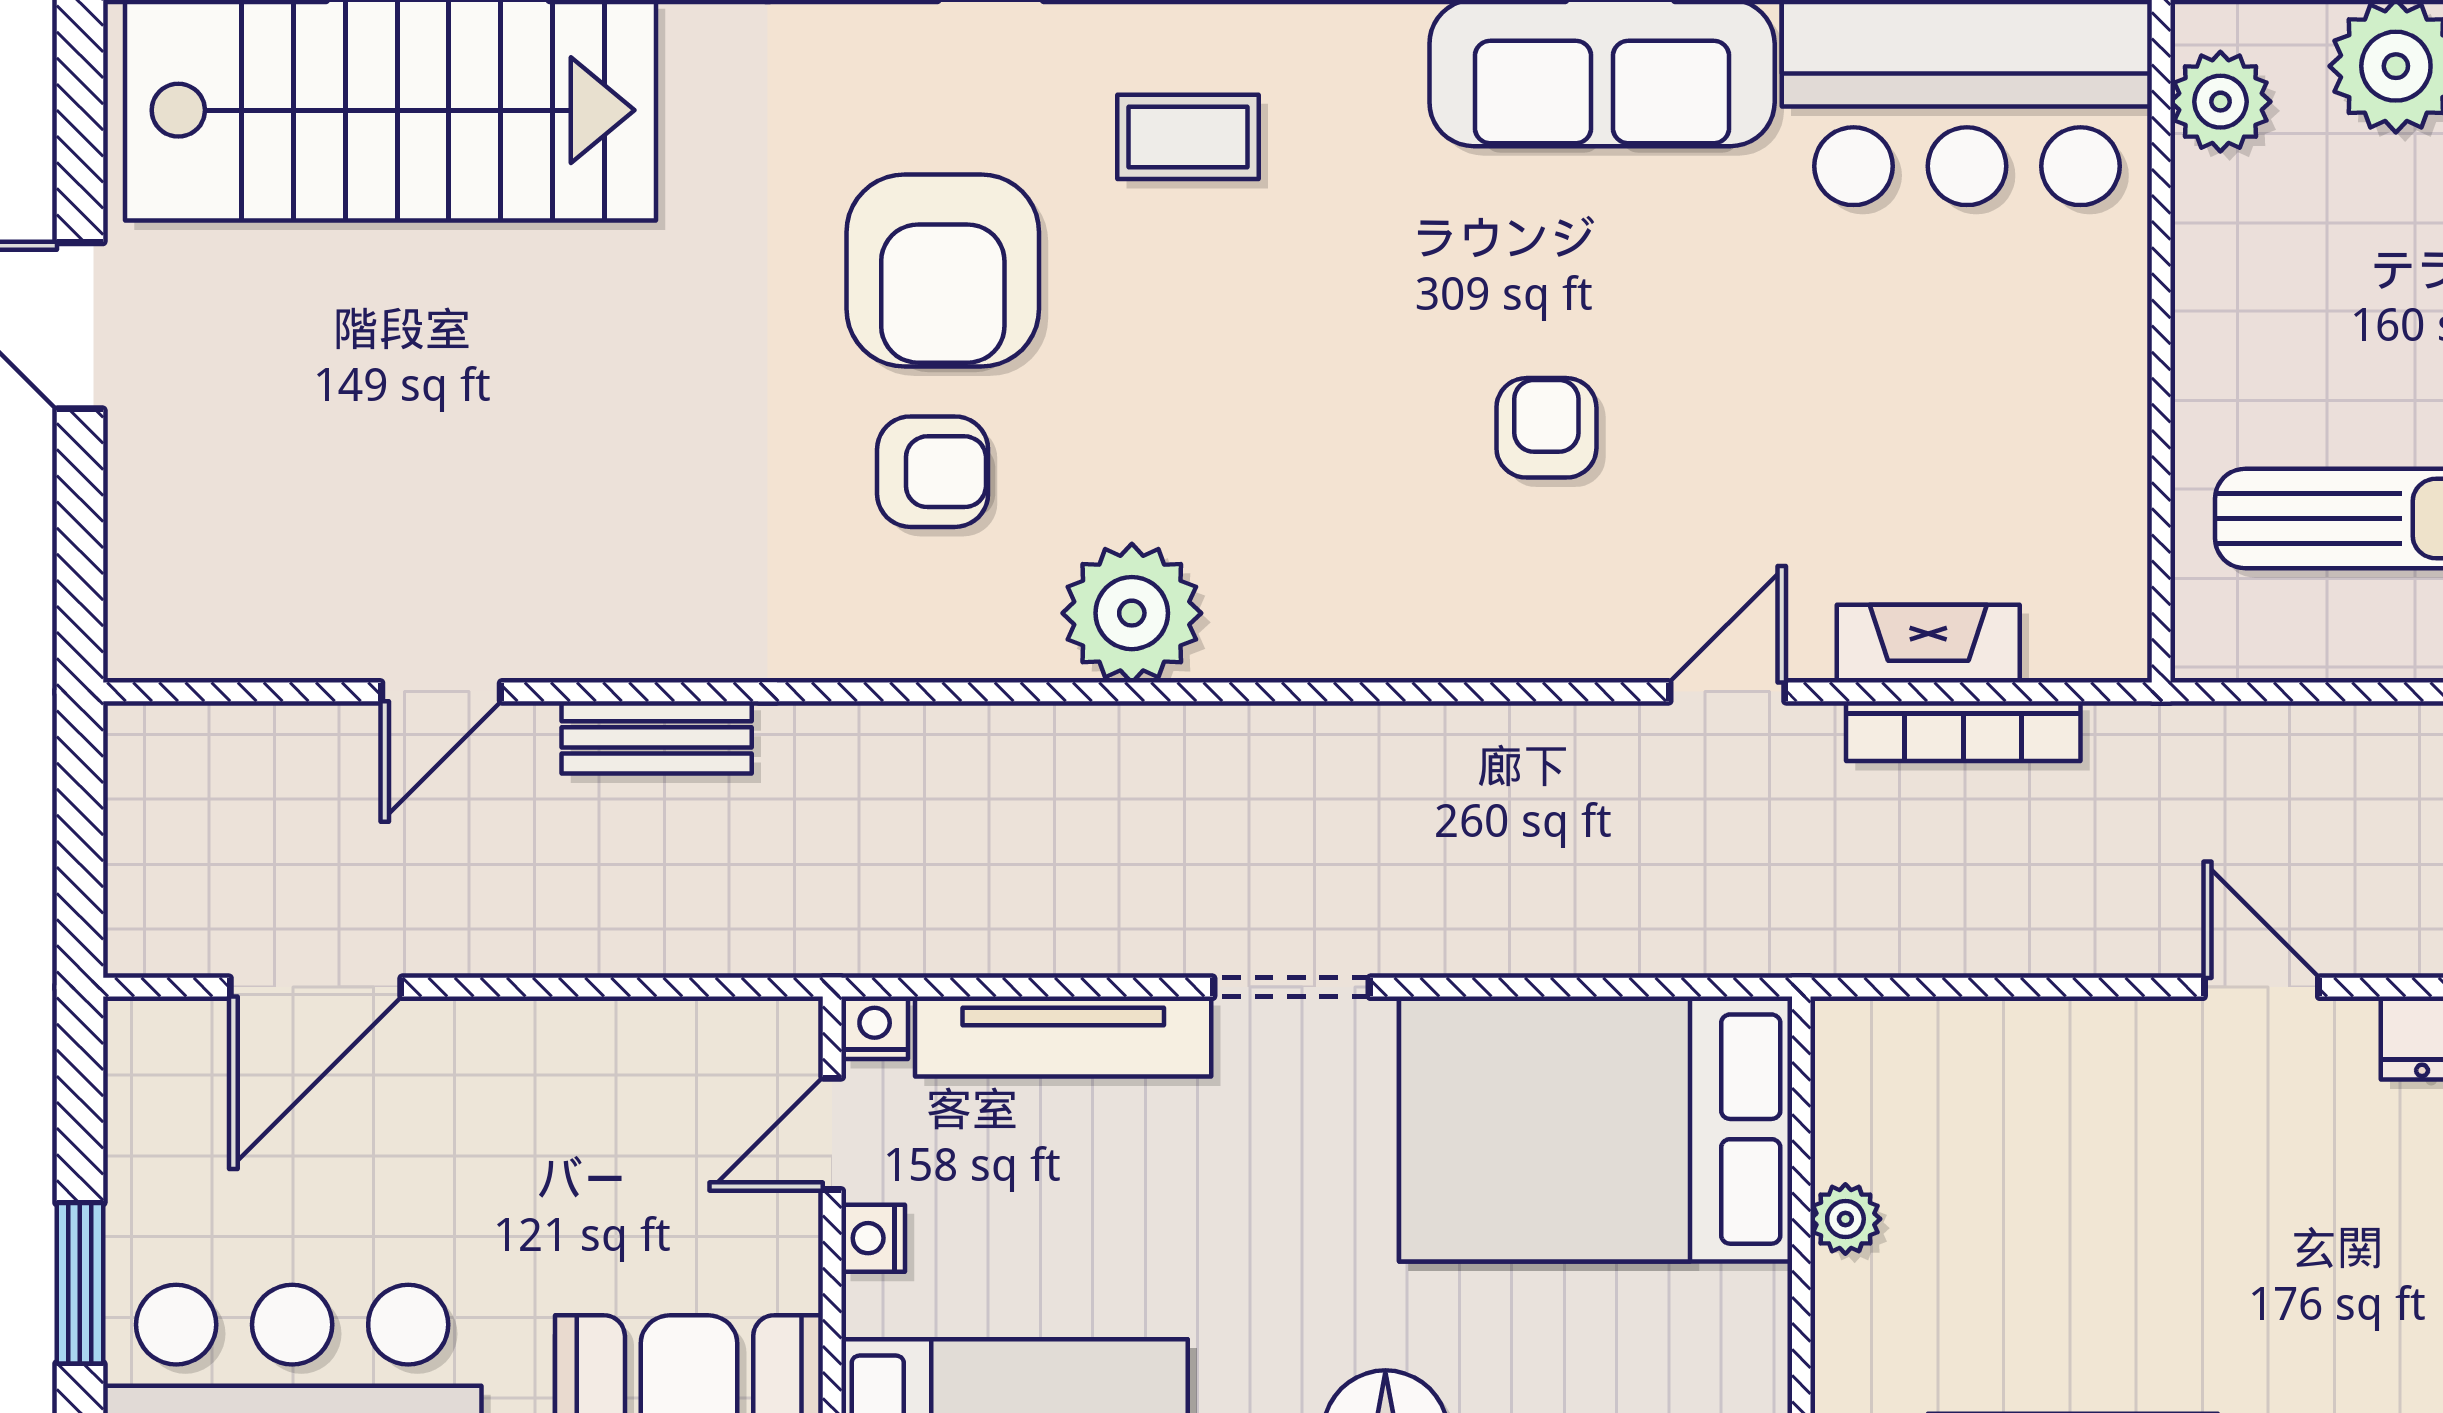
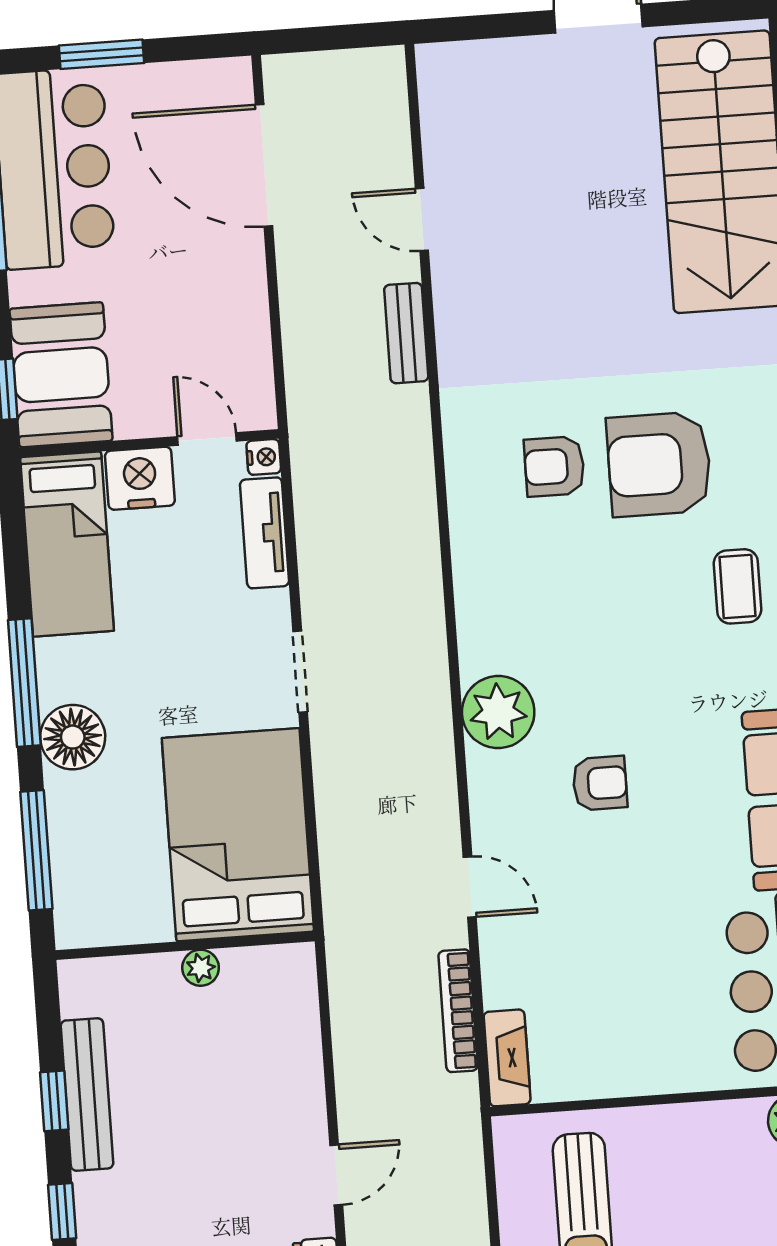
armchair: (933, 472) -> (554, 466), turned 90
plant: (1132, 613) -> (498, 712), moved
fireplace: (1928, 644) -> (507, 1058), moved
door: (316, 987) -> (264, 165), width x1.36
tv unit: (1063, 1037) -> (265, 533), width x0.71
nightstand: (873, 1238) -> (140, 478), width x1.89, depth x1.79

